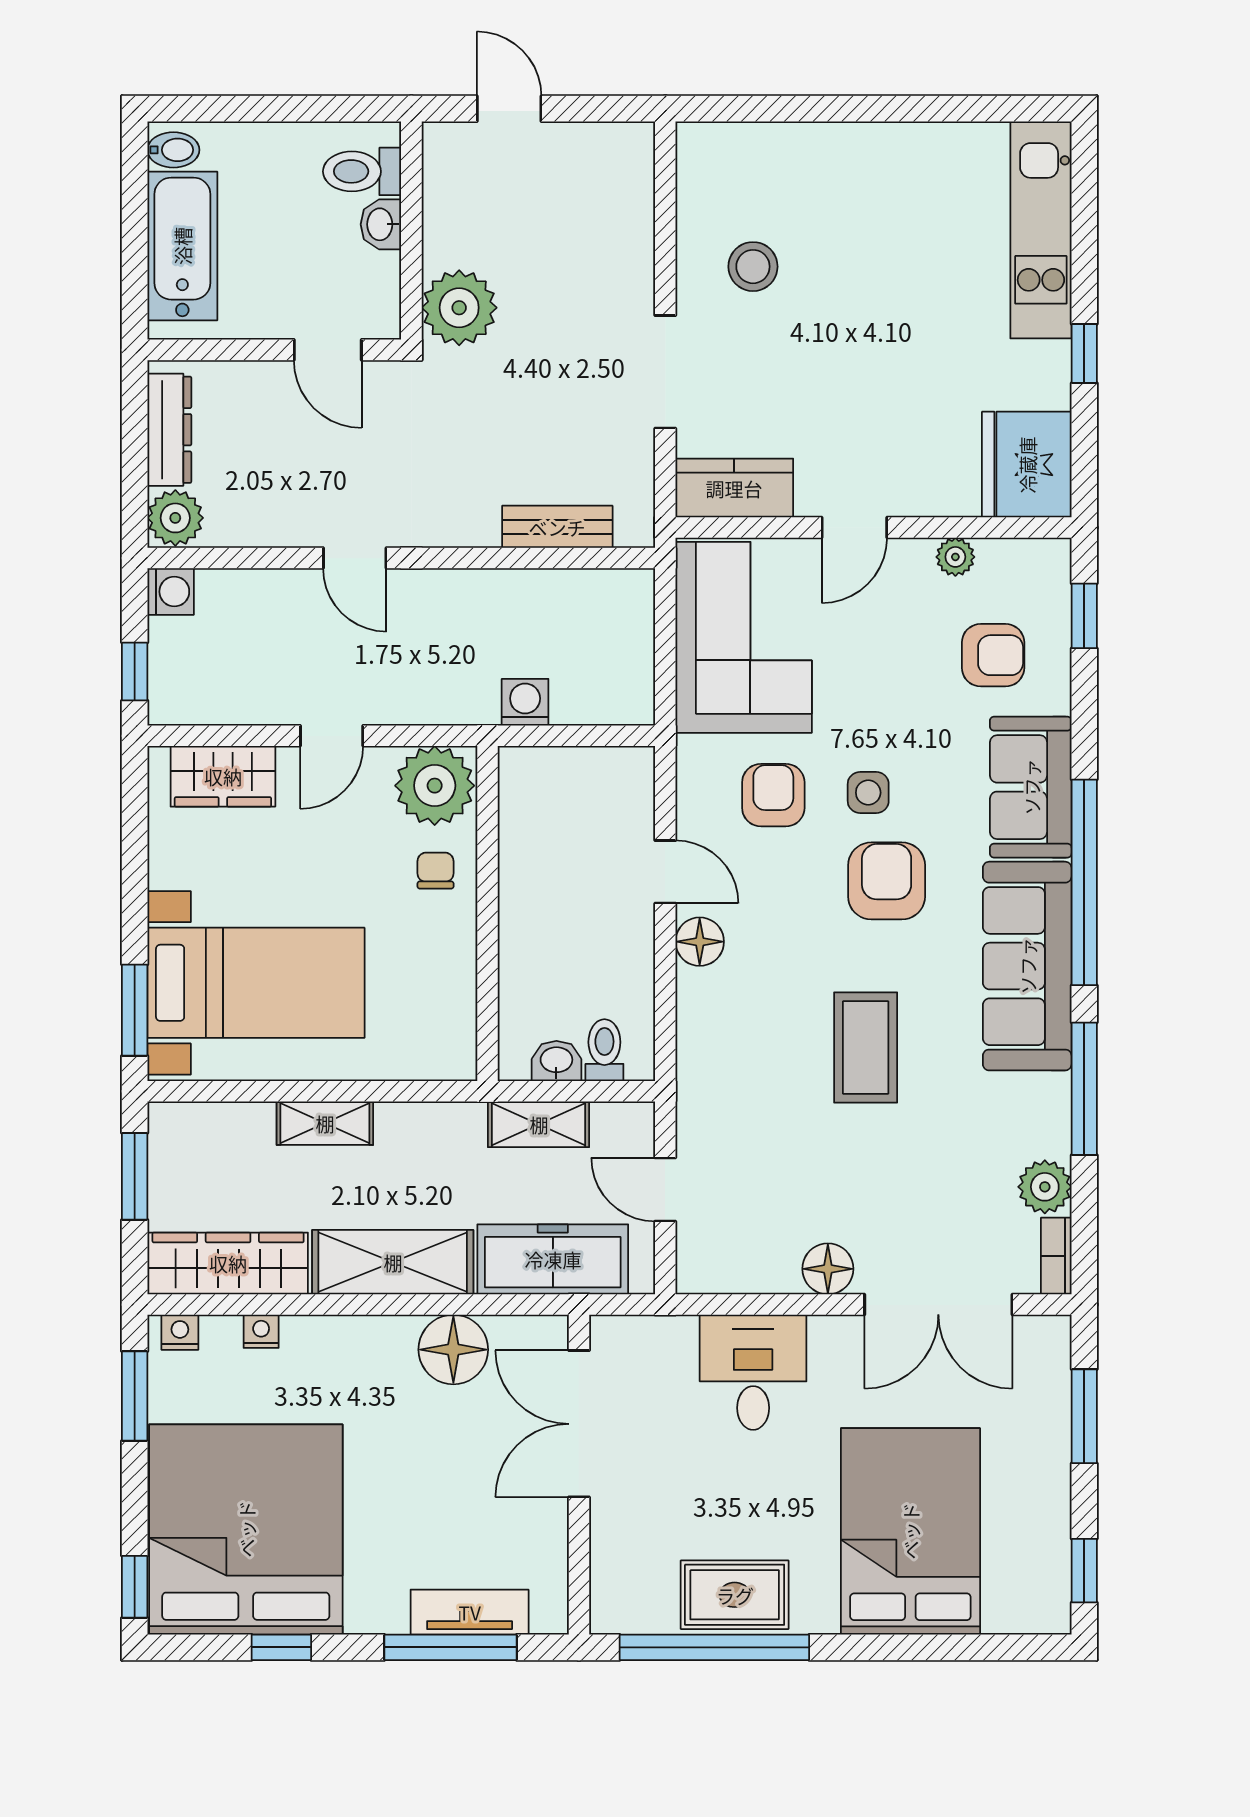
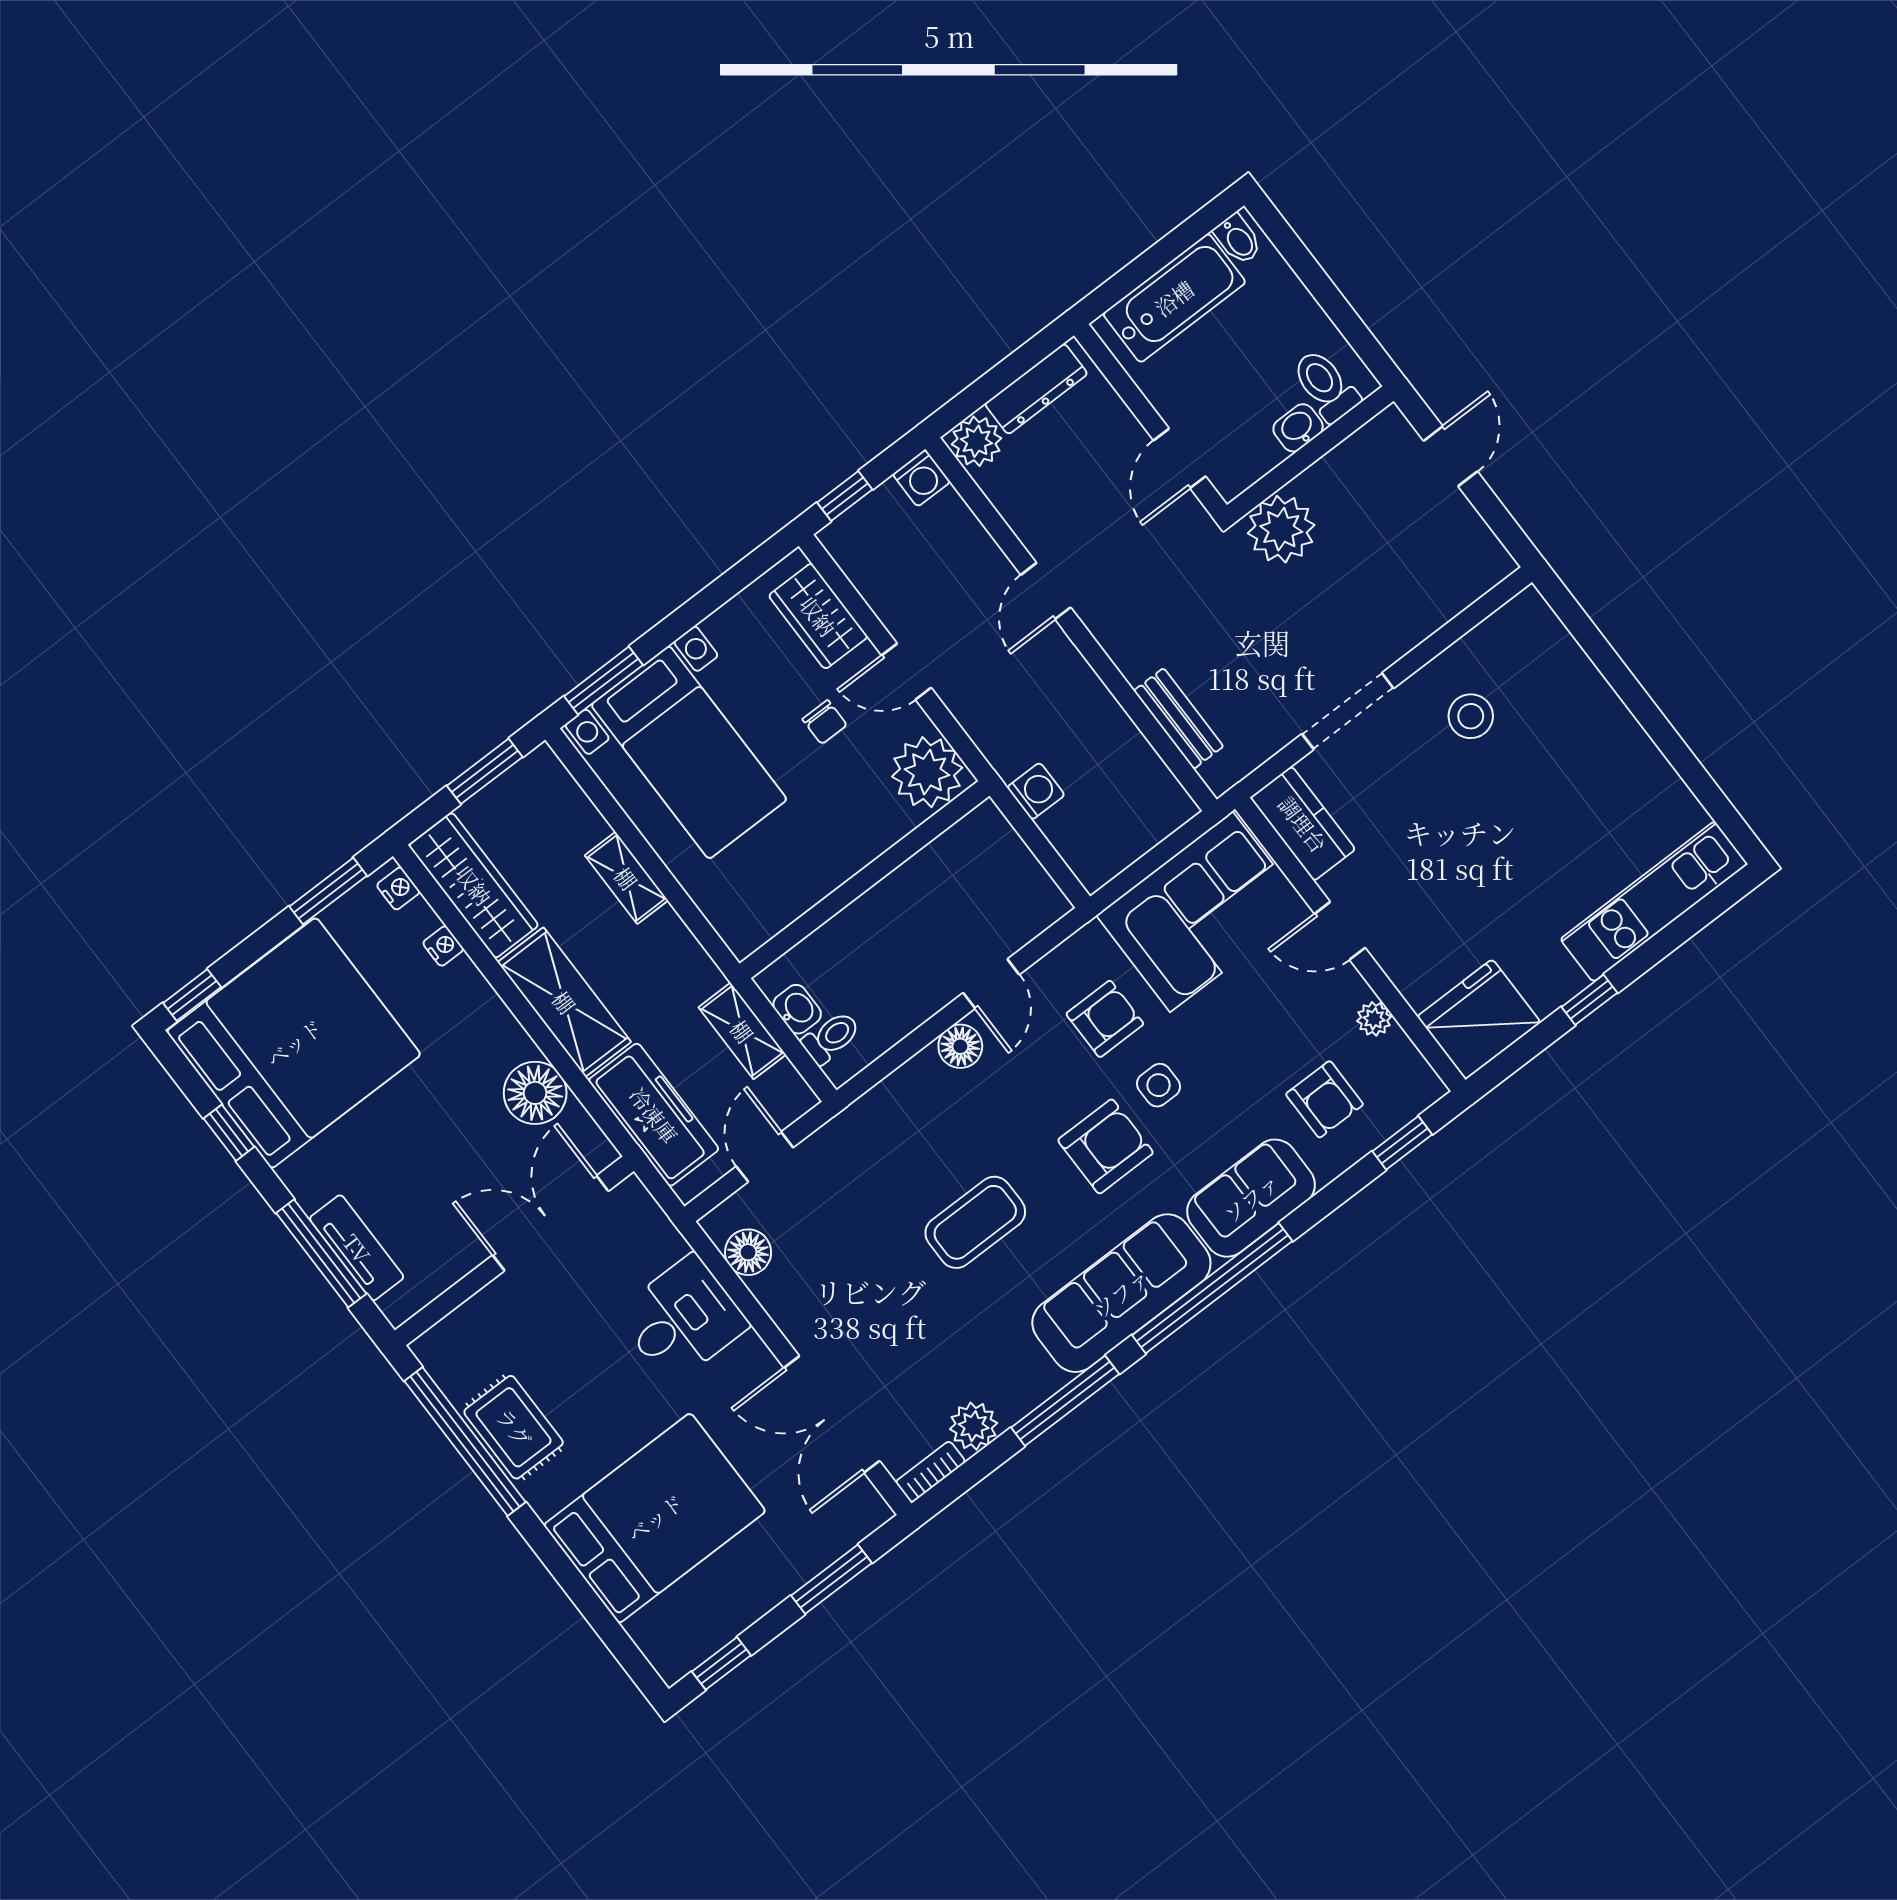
chair: (436, 871) -> (825, 722), moved, turned 90
floor lamp: (828, 1269) -> (748, 1252), moved

